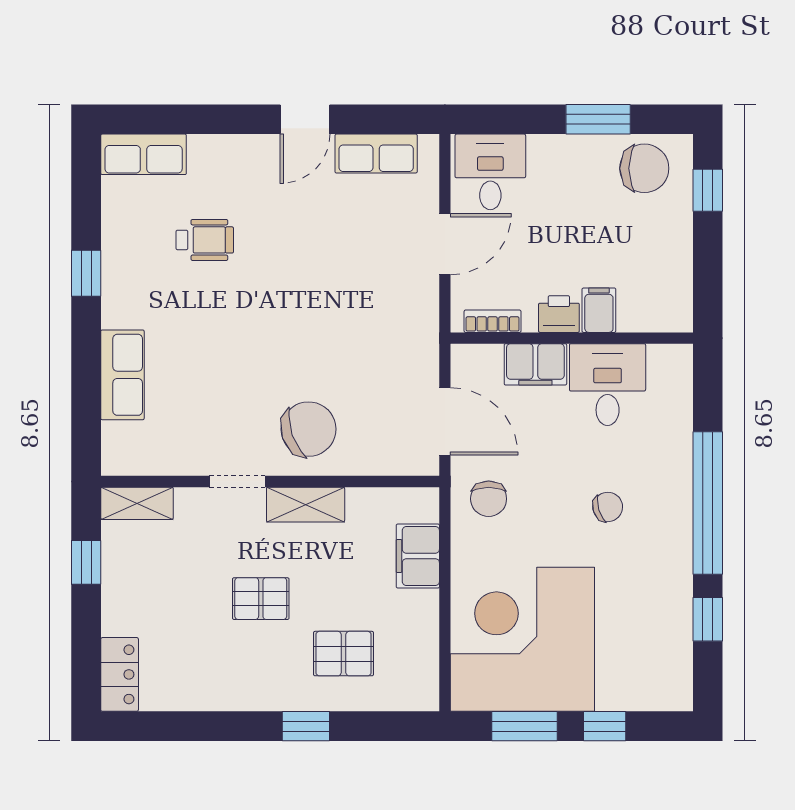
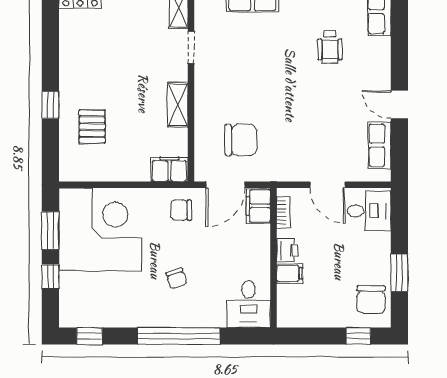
filing cabinet: (535, 364) -> (258, 206), moved
desk: (608, 385) -> (248, 304), moved, turned 90
chair: (308, 429) -> (241, 140), moved, turned -71
doorway: (237, 482) -> (191, 47), moved
filing cabinet: (418, 556) -> (169, 169), moved
pallet: (261, 599) -> (124, 79), removed
window: (708, 619) -> (89, 336), moved

